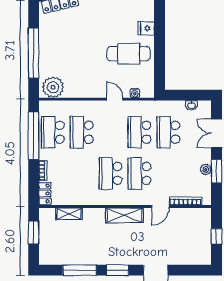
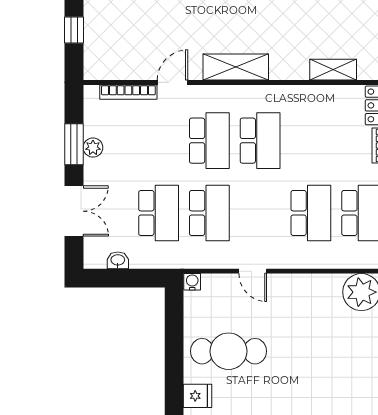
water cooler: (135, 93) -> (192, 282), moved

